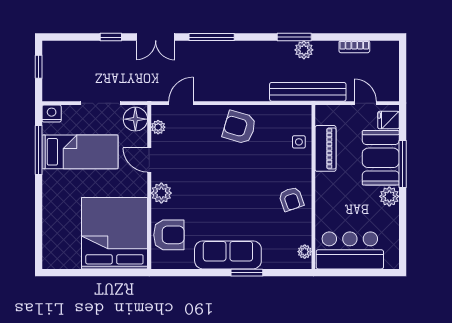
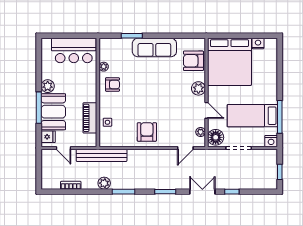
window: (212, 37) -> (165, 192), width x0.69
window: (294, 37) -> (124, 192), moved
armchair: (239, 127) -> (147, 132), turned -106
armchair: (291, 199) -> (113, 84), turned 109
plant: (305, 252) -> (104, 67), moved
nightstand: (71, 261) -> (258, 43), added
window: (247, 273) -> (132, 36), moved

